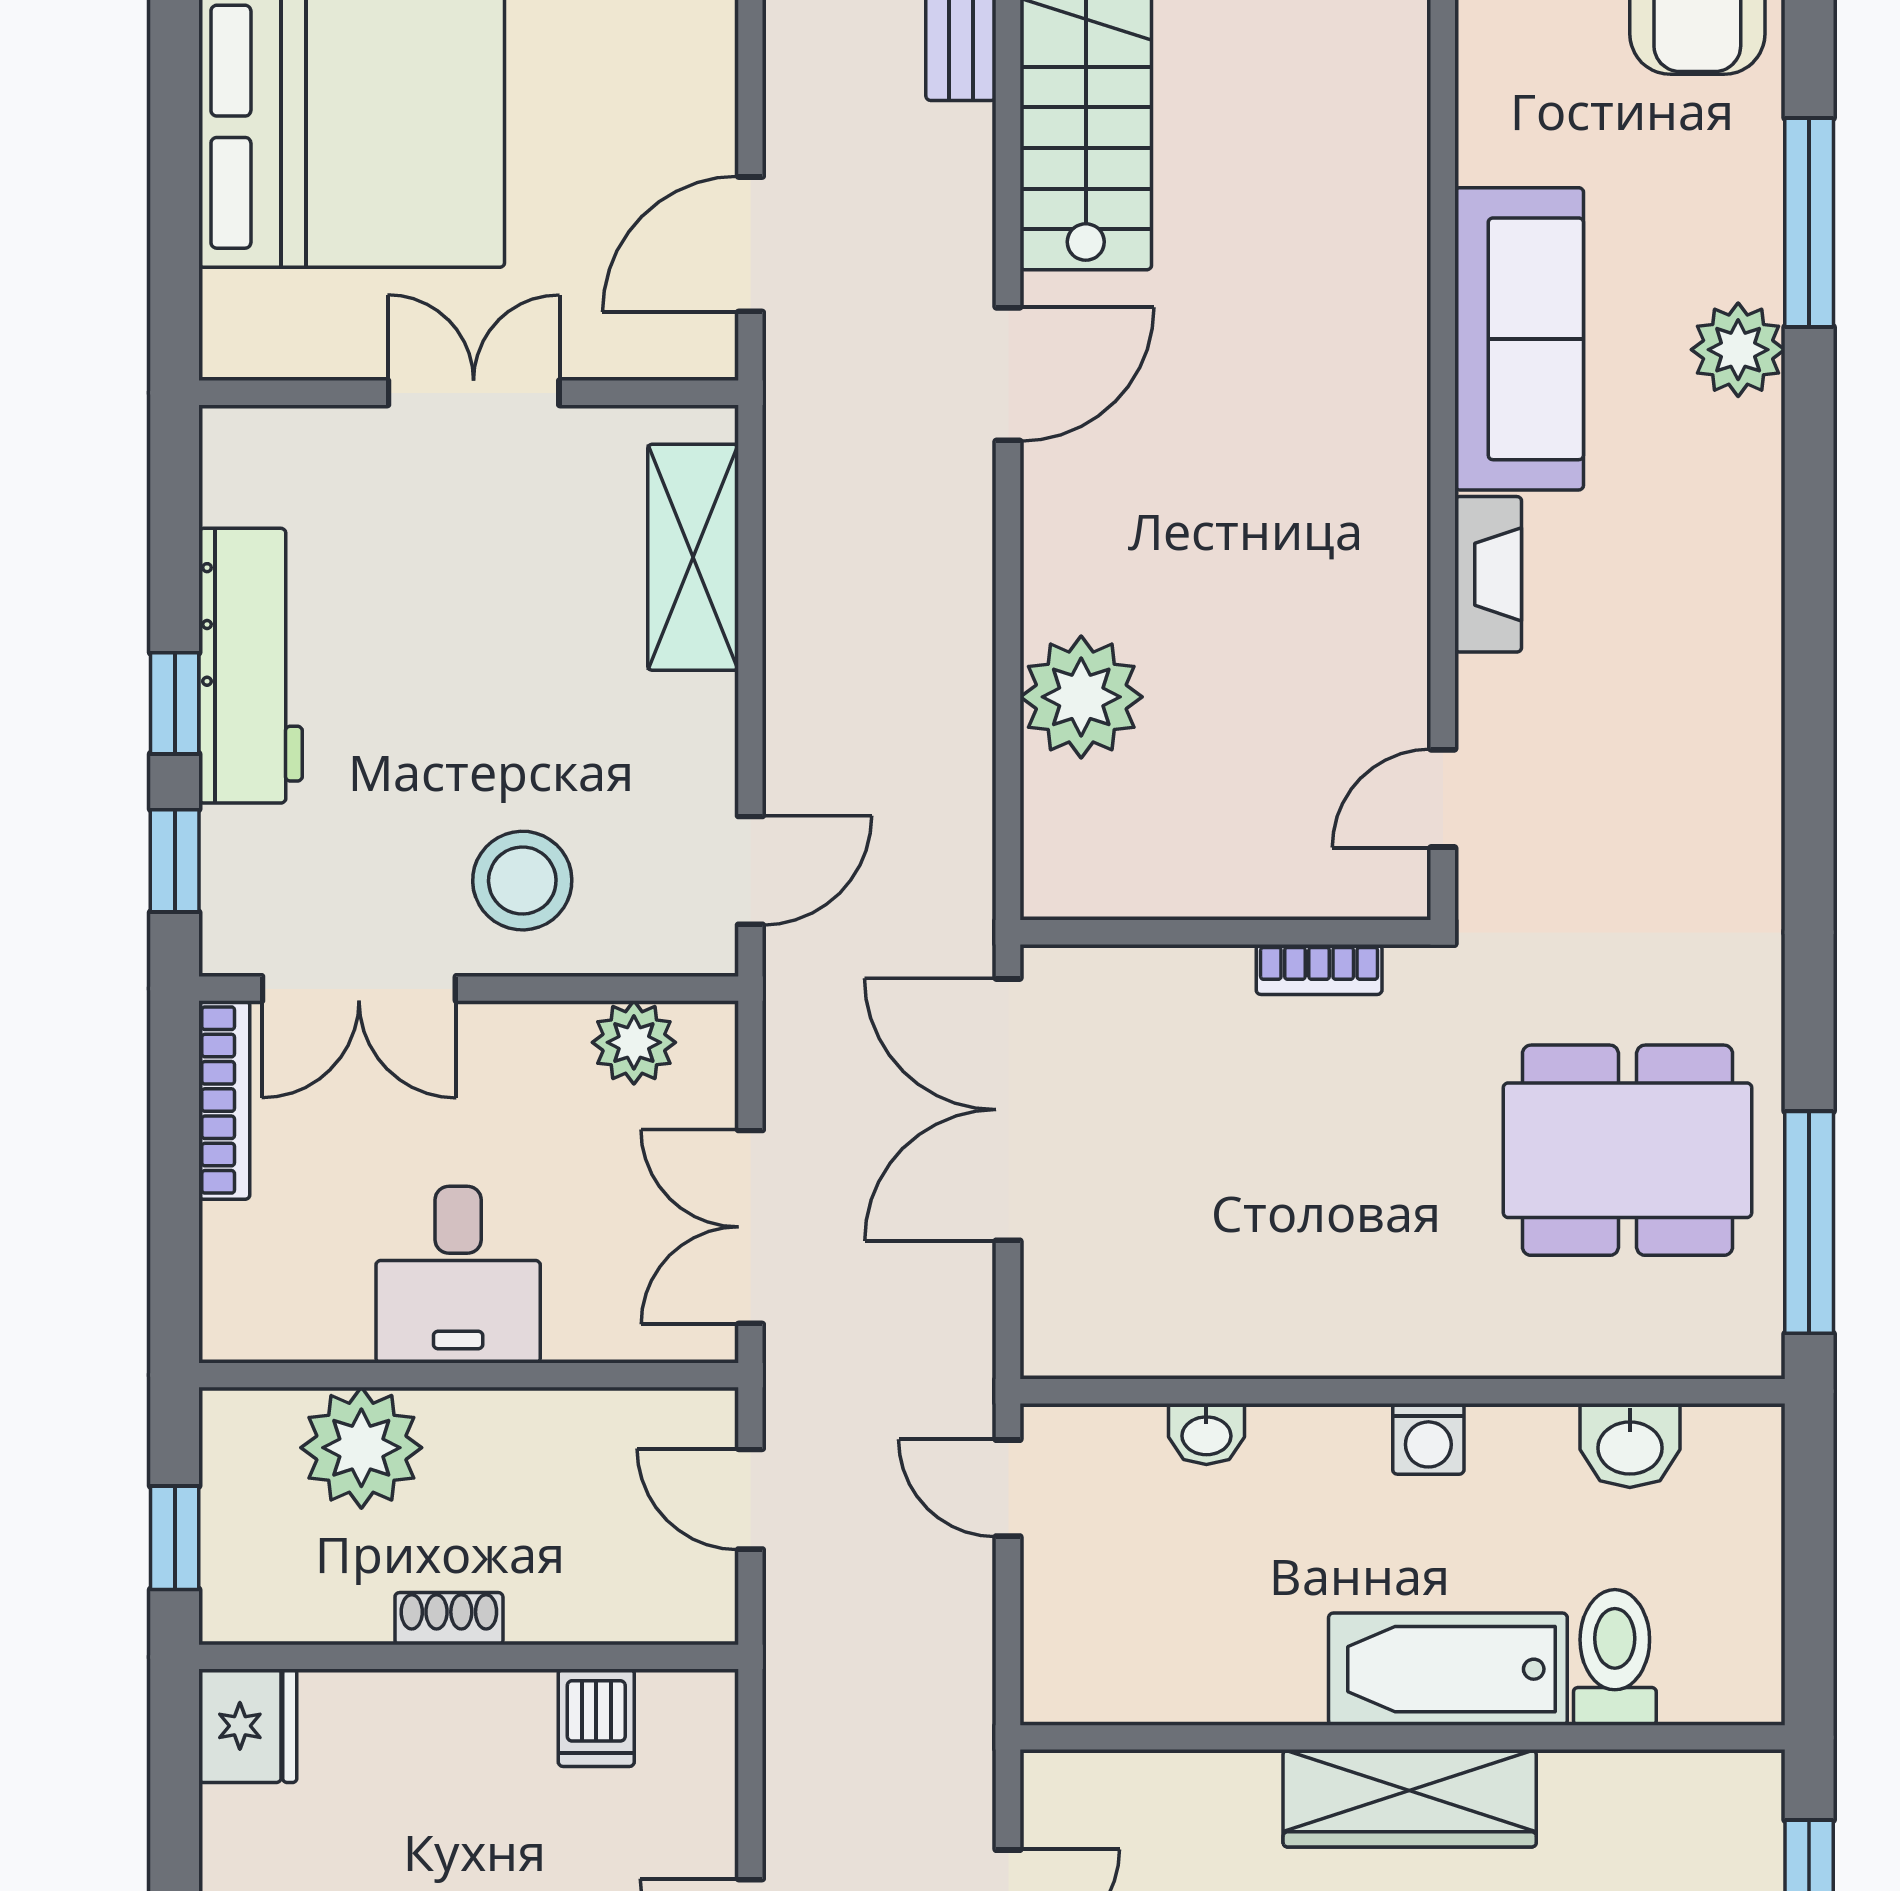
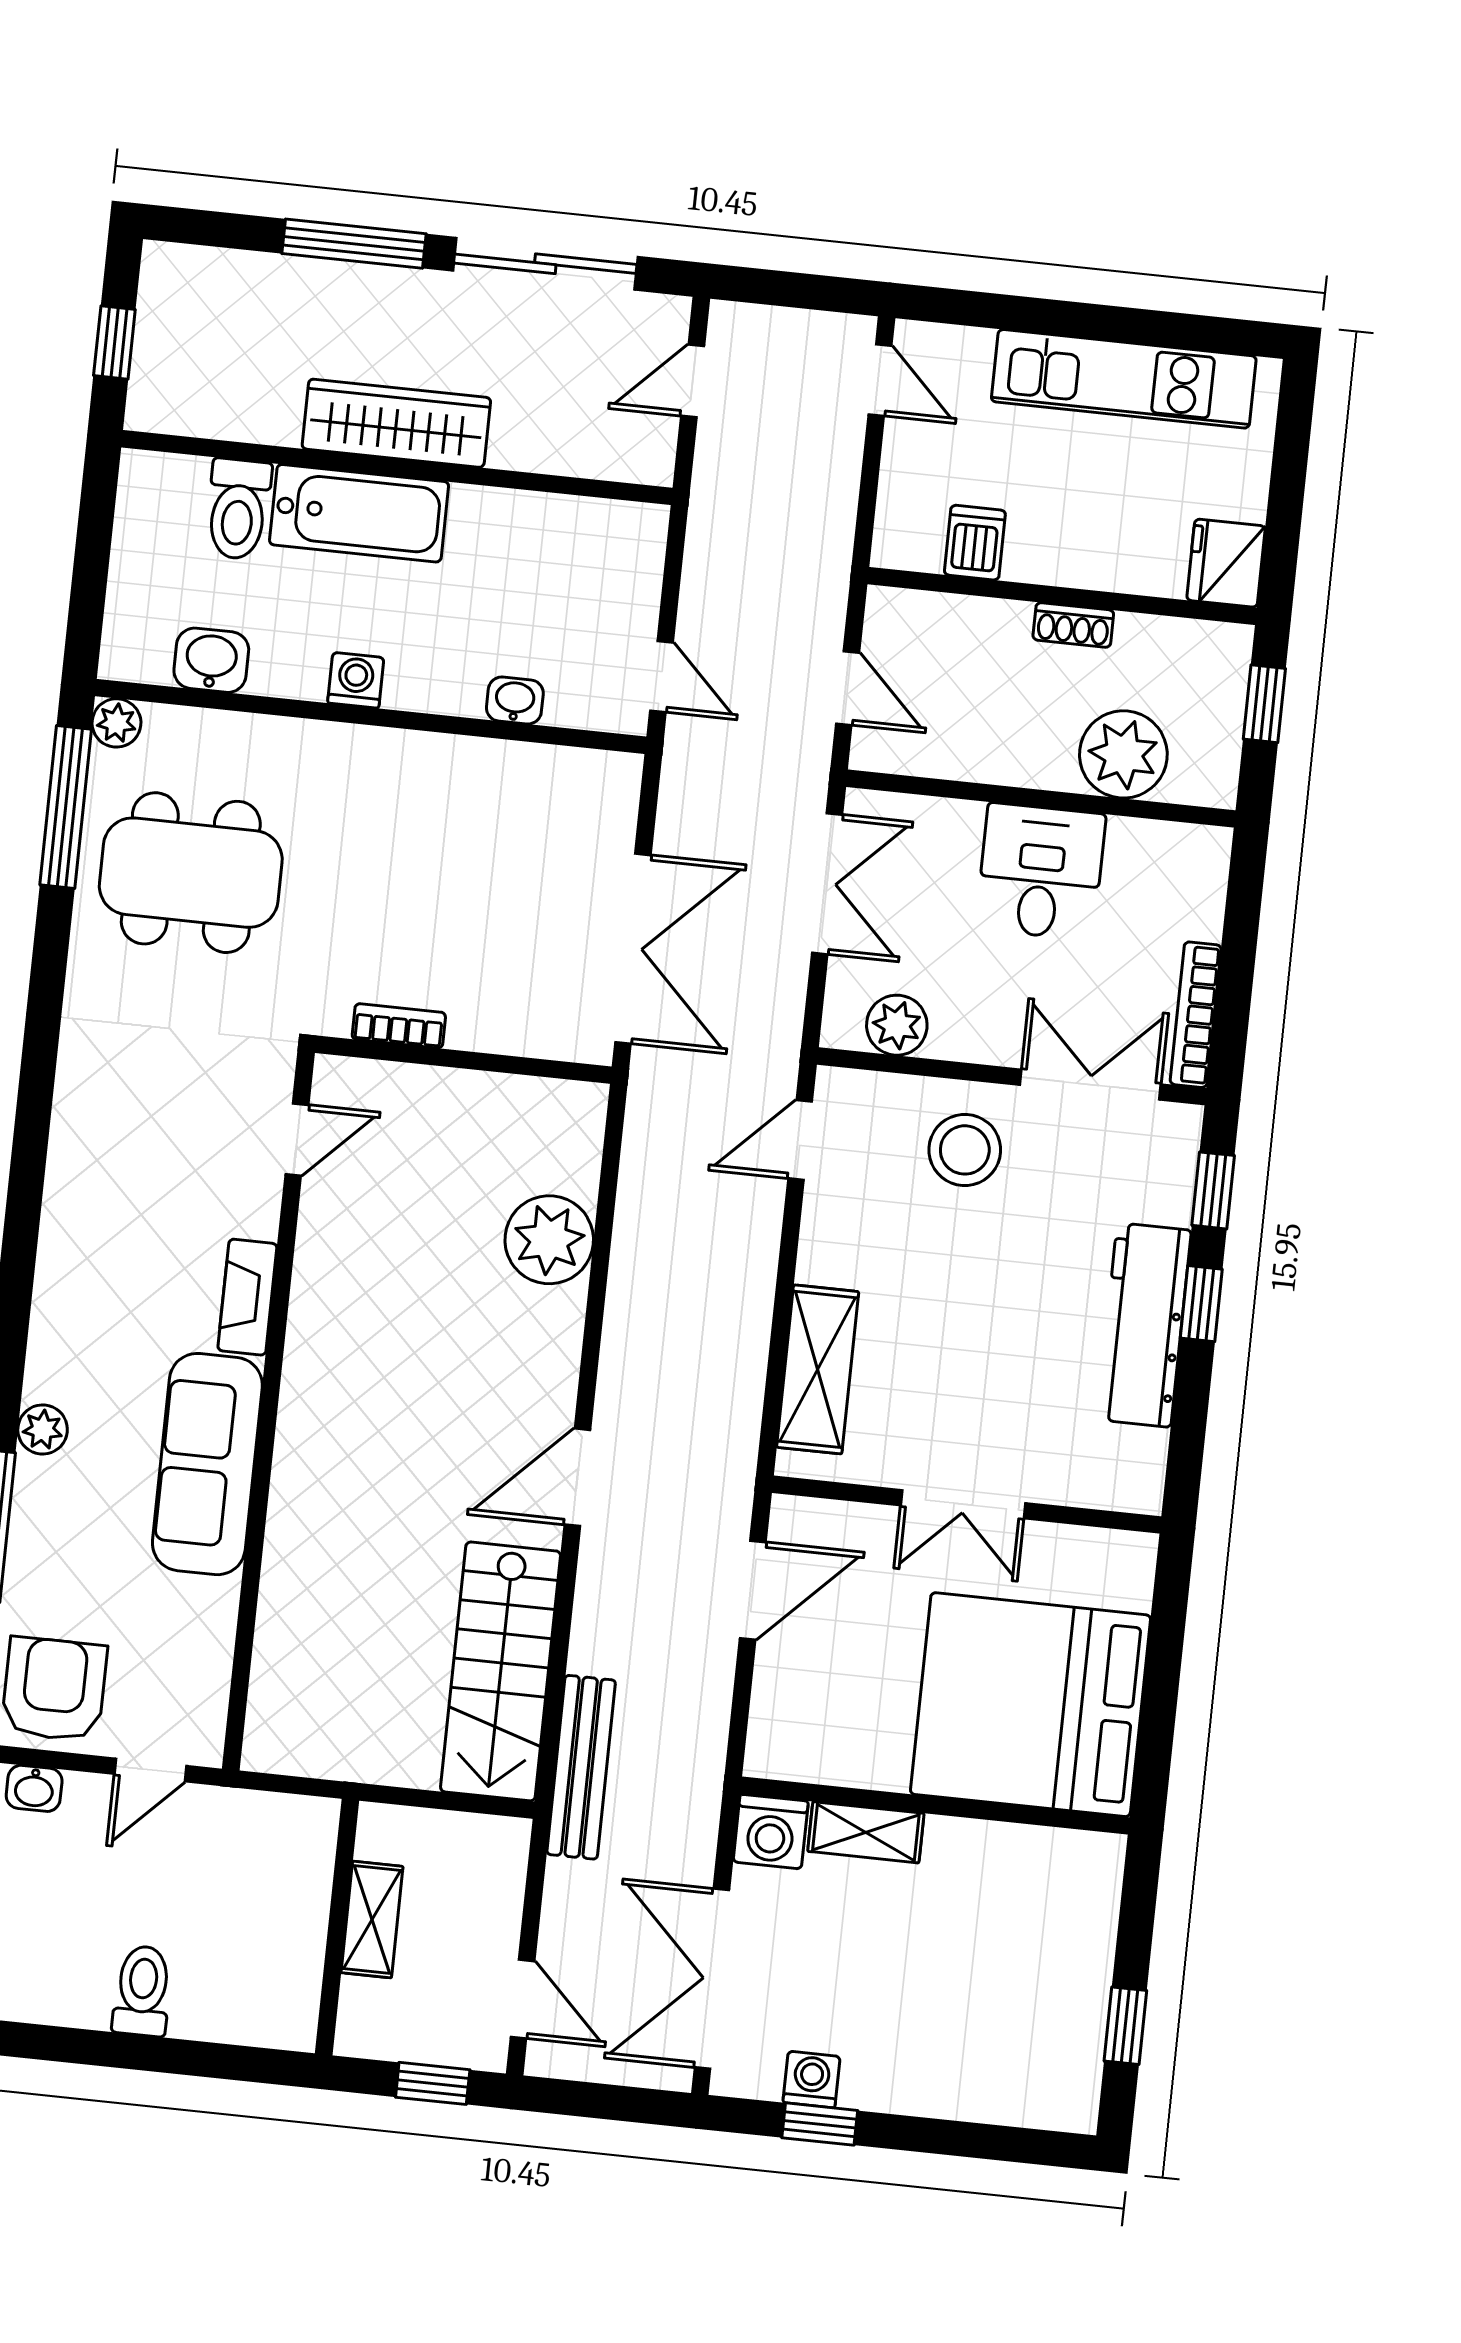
plant: (1738, 350) -> (43, 1430), width x0.73, depth x0.73
plant: (1751, 1345) -> (116, 723), added

